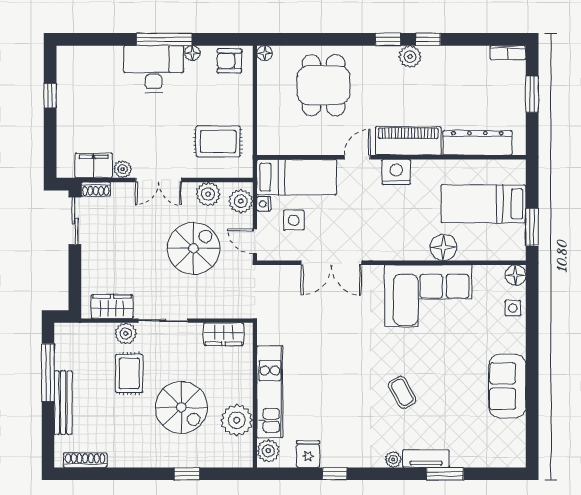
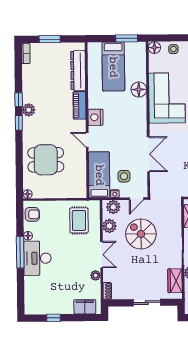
armchair: (229, 61) -> (32, 214), turned -90
piano: (408, 141) -> (79, 105), width x0.73, depth x0.75
filing cabinet: (94, 165) -> (85, 307), moved, turned 90
sliding door: (75, 221) -> (147, 303), moved

